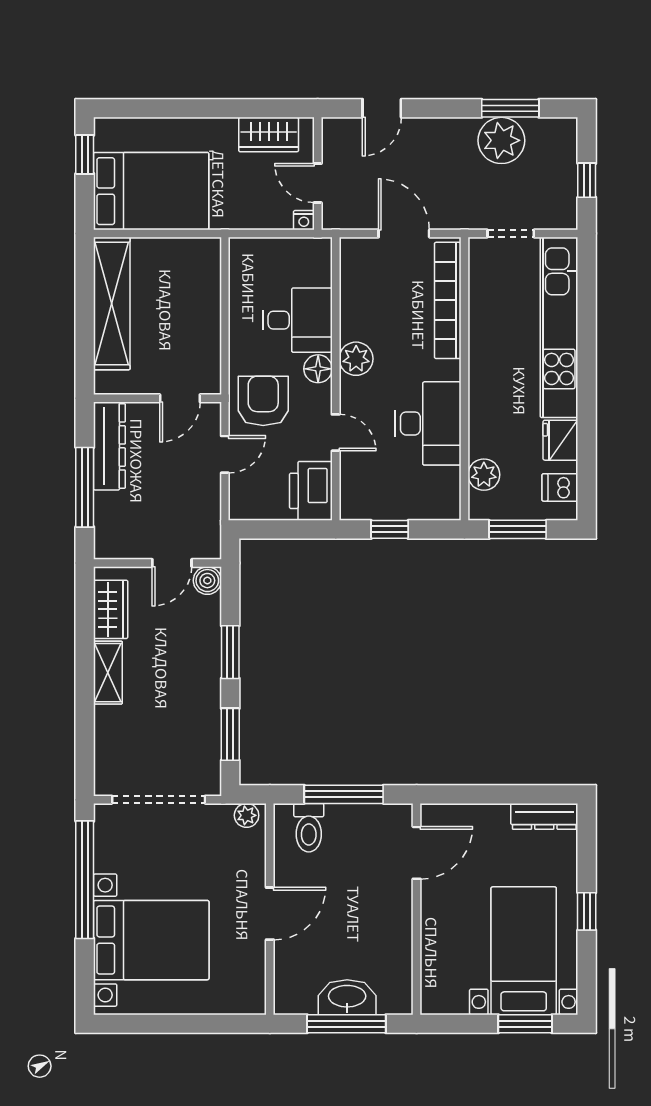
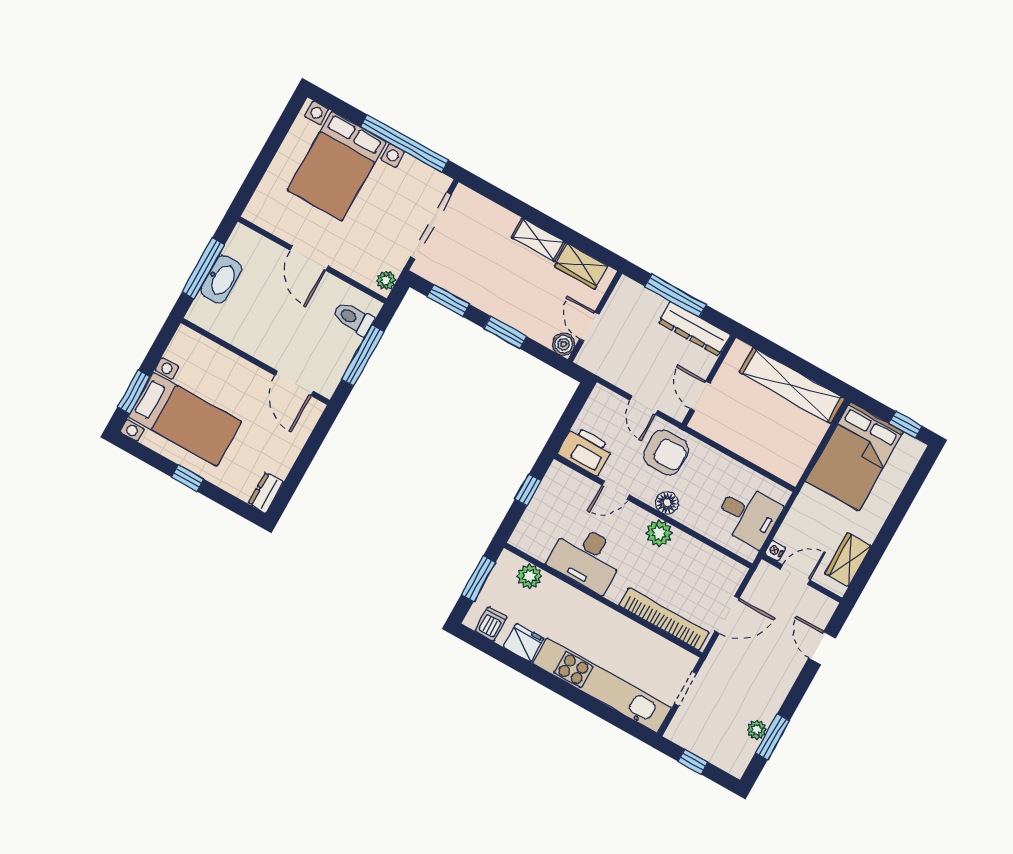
plant: (501, 140) -> (757, 730), width x0.53, depth x0.53
desk: (297, 320) -> (748, 515), moved, turned -90
dresser: (544, 816) -> (266, 493), width x0.70

